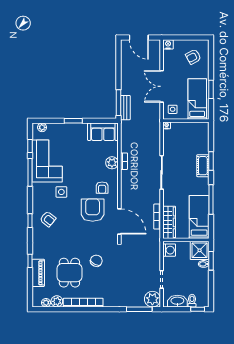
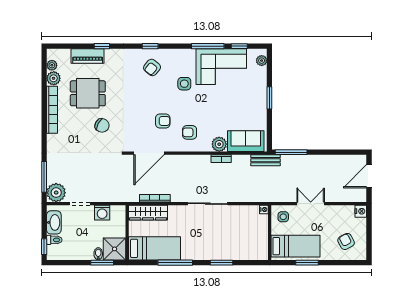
double door: (162, 86) -> (311, 204), width x0.73
bench: (125, 108) -> (266, 160), moved
sofa: (103, 132) -> (246, 141), moved, turned 90
cot: (203, 166) -> (216, 253), removed
armchair: (93, 210) -> (163, 121), width x0.53, depth x0.53
washing machine: (169, 250) -> (102, 213), moved

